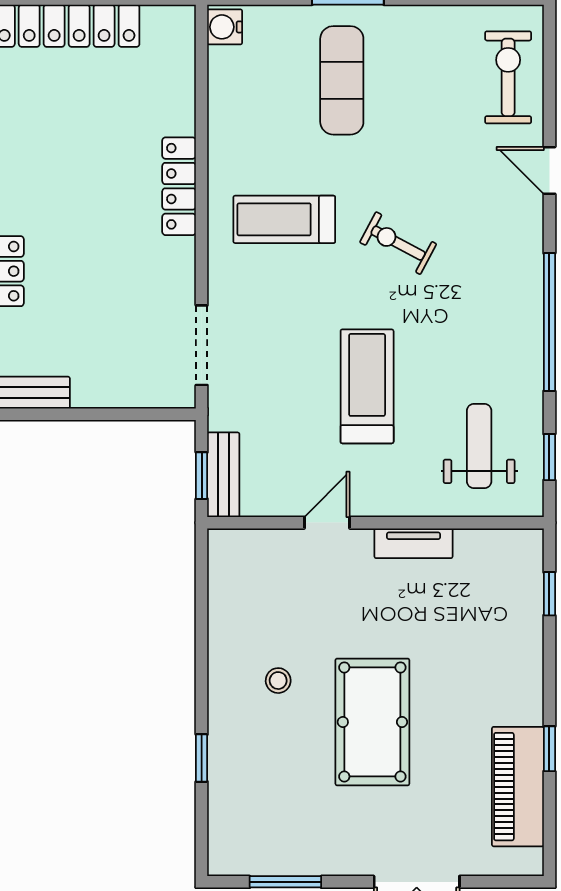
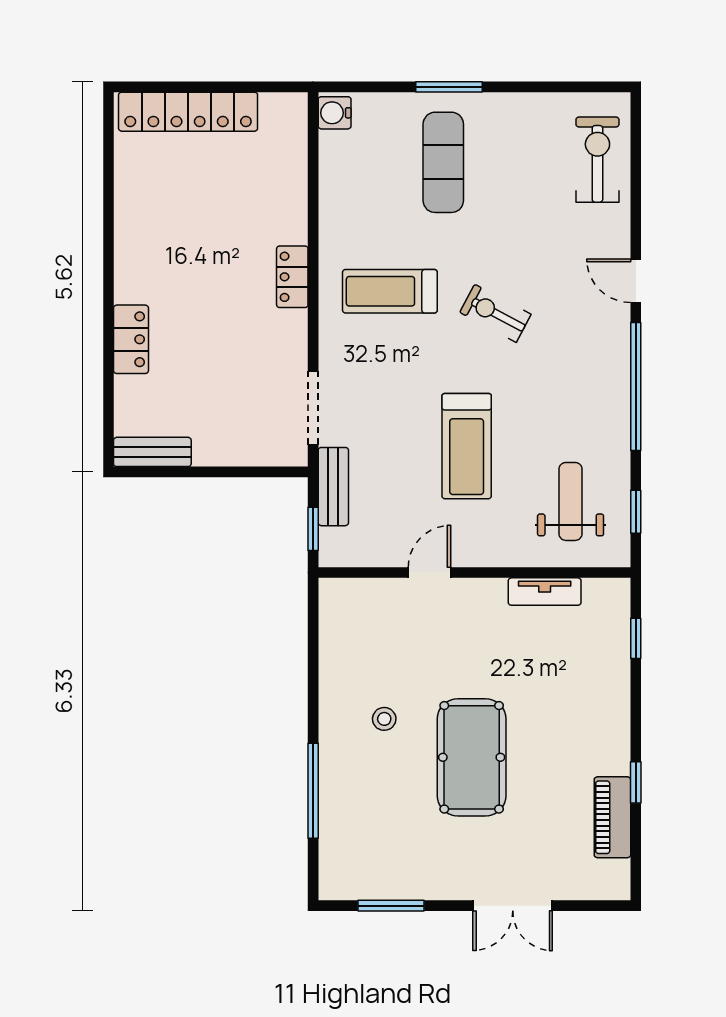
door: (549, 170) -> (636, 281), moved
locker: (179, 186) -> (292, 277), width x0.66
treadmill: (367, 386) -> (467, 446), turned 180
bench: (223, 475) -> (333, 487), moved
tv unit: (413, 543) -> (545, 592), moved
window: (202, 758) -> (313, 791), width x2.17
piano: (518, 787) -> (612, 817), width x0.73, depth x0.75

